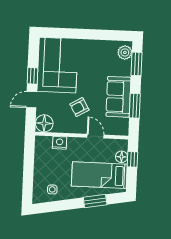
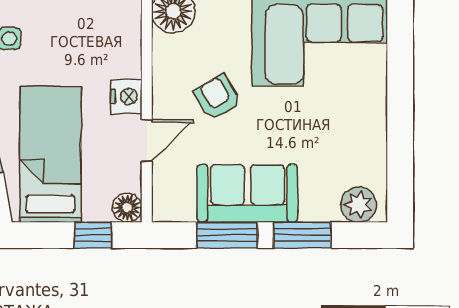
window: (137, 64) -> (302, 235), moved
nightstand: (60, 143) -> (126, 97), moved
floor lamp: (122, 157) -> (127, 208), moved

